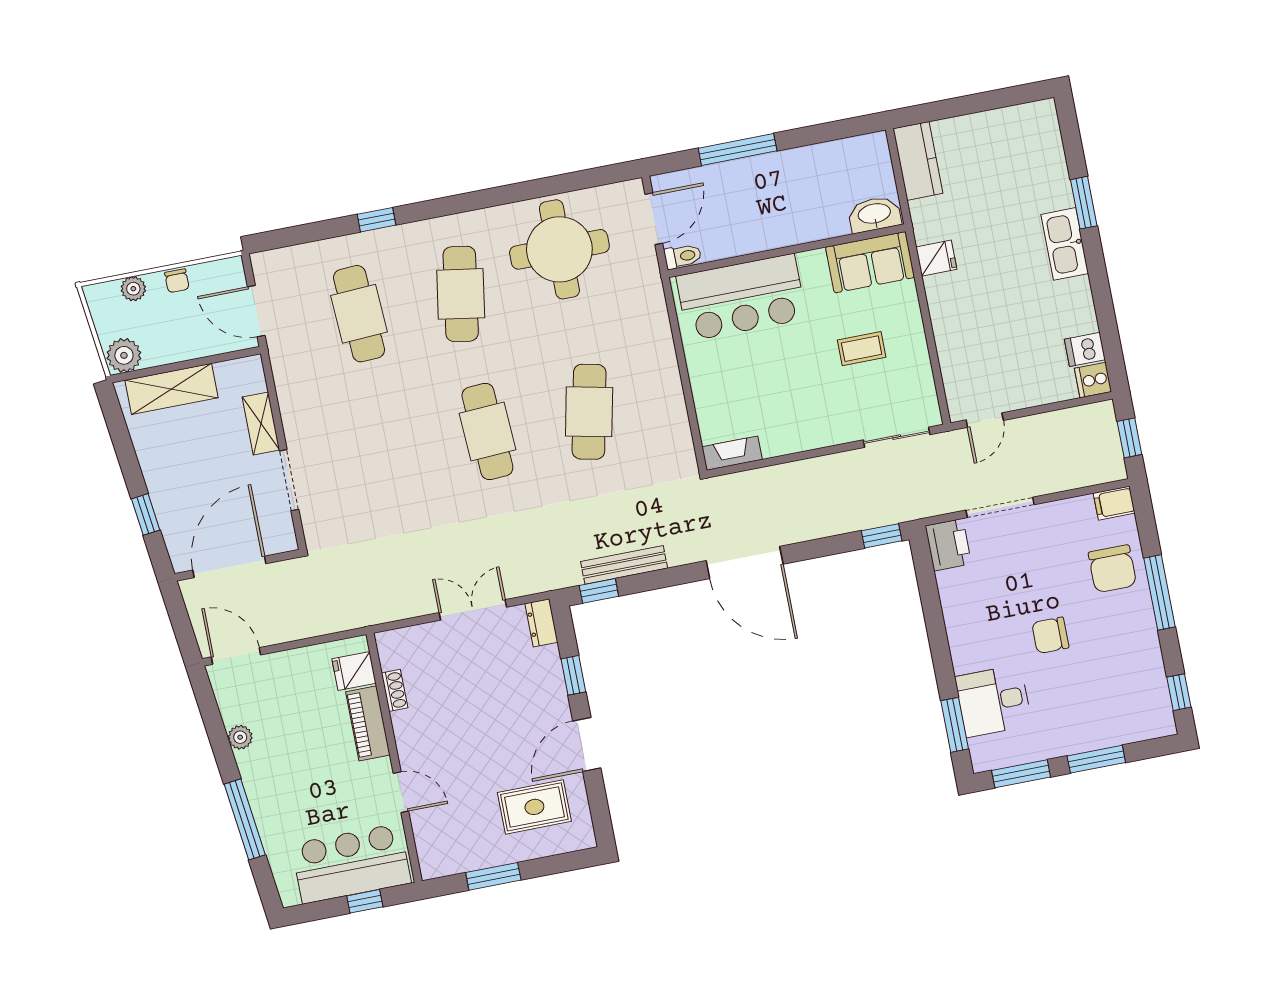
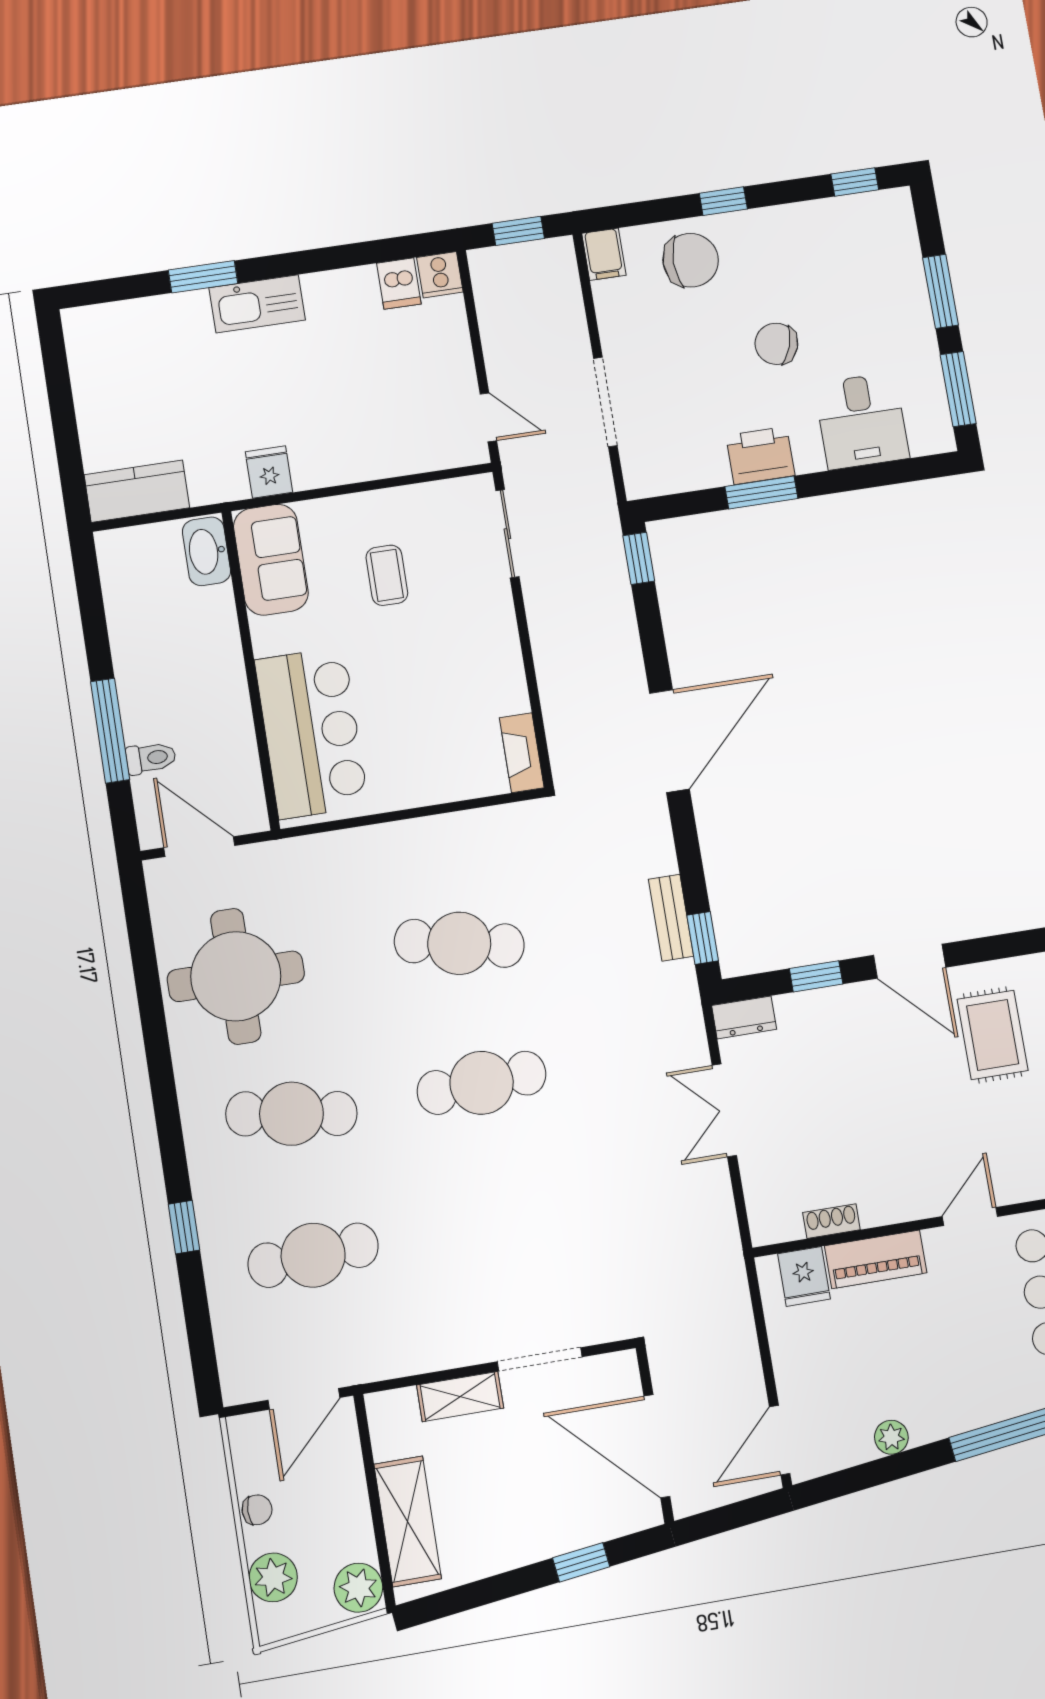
toilet: (683, 256) -> (151, 758), moved, turned 90
plant: (133, 289) -> (273, 1577), width x1.38, depth x1.38
printer: (948, 545) -> (760, 455), moved
bench: (624, 565) -> (671, 918), width x0.73
window: (1160, 592) -> (723, 201), width x0.46
chair: (1050, 635) -> (776, 344), turned 109
window: (955, 725) -> (761, 492), moved

